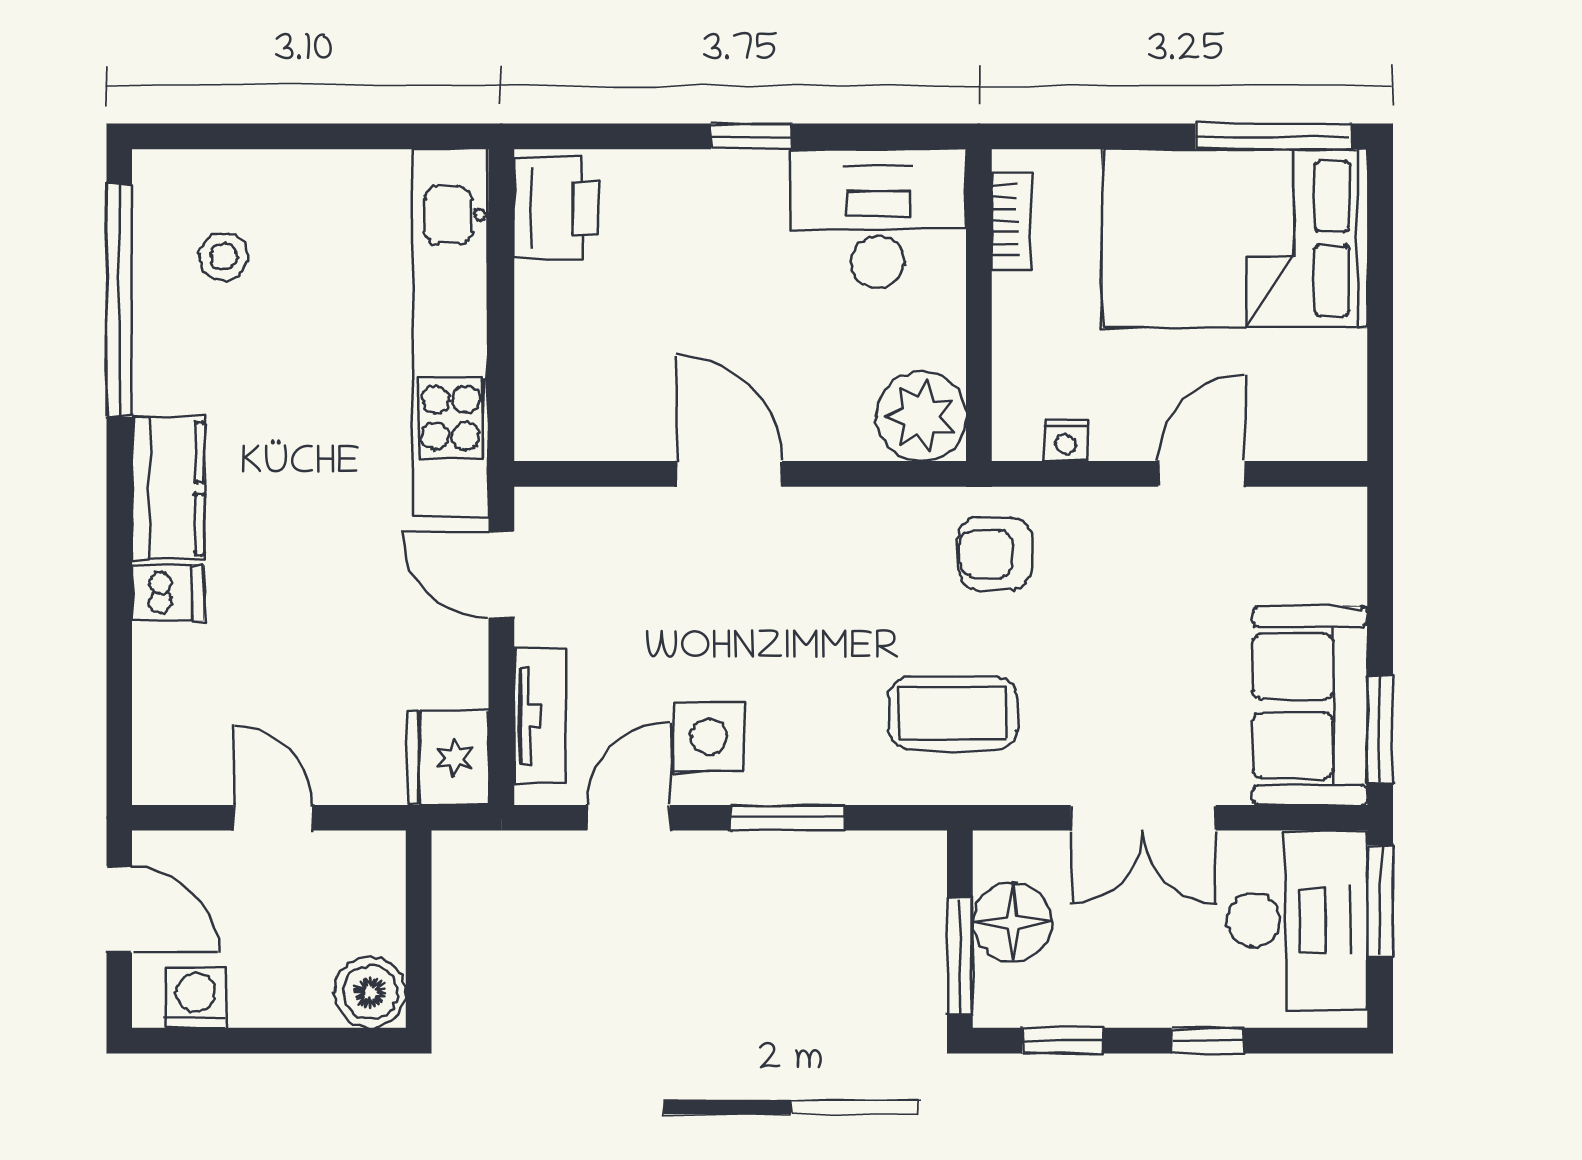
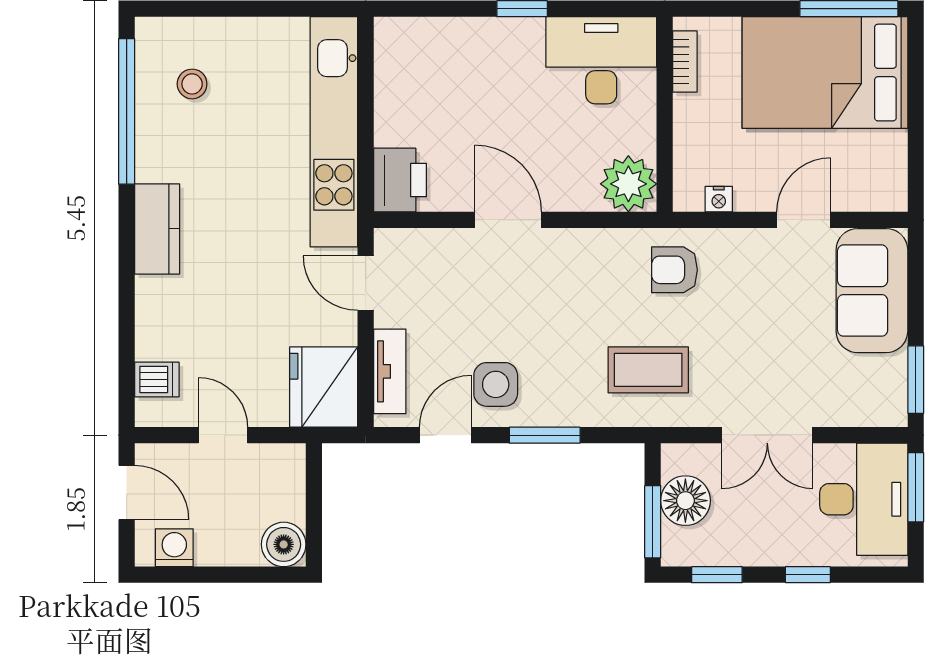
printer: (556, 208) -> (400, 180), moved
dishwasher: (168, 593) -> (157, 379), moved
sofa: (1310, 706) -> (872, 291), moved
fridge: (448, 758) -> (324, 387), width x1.36, depth x1.34

